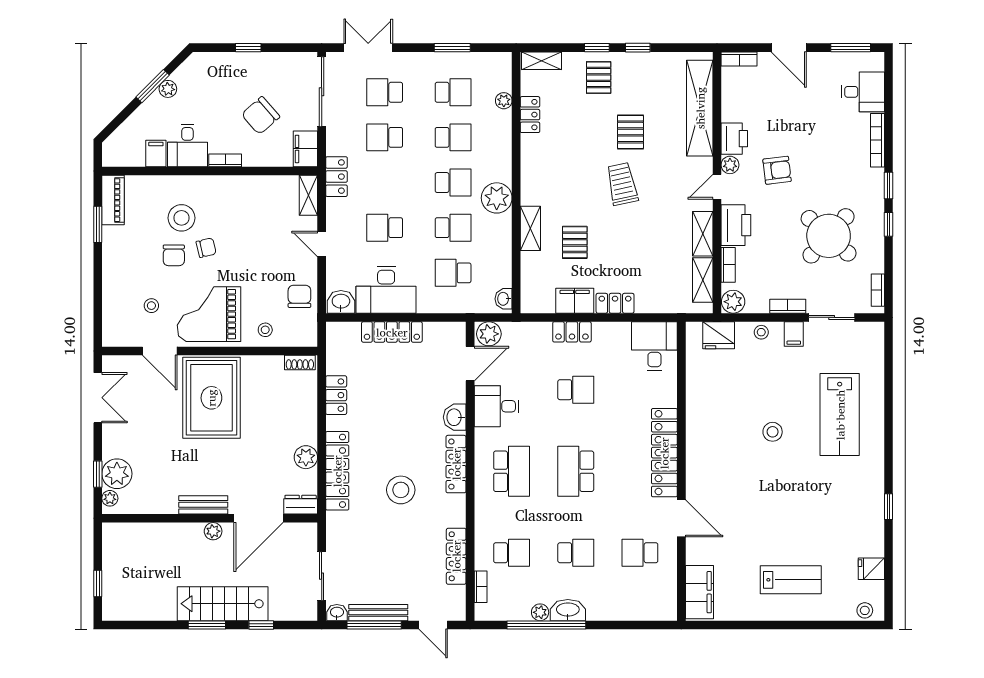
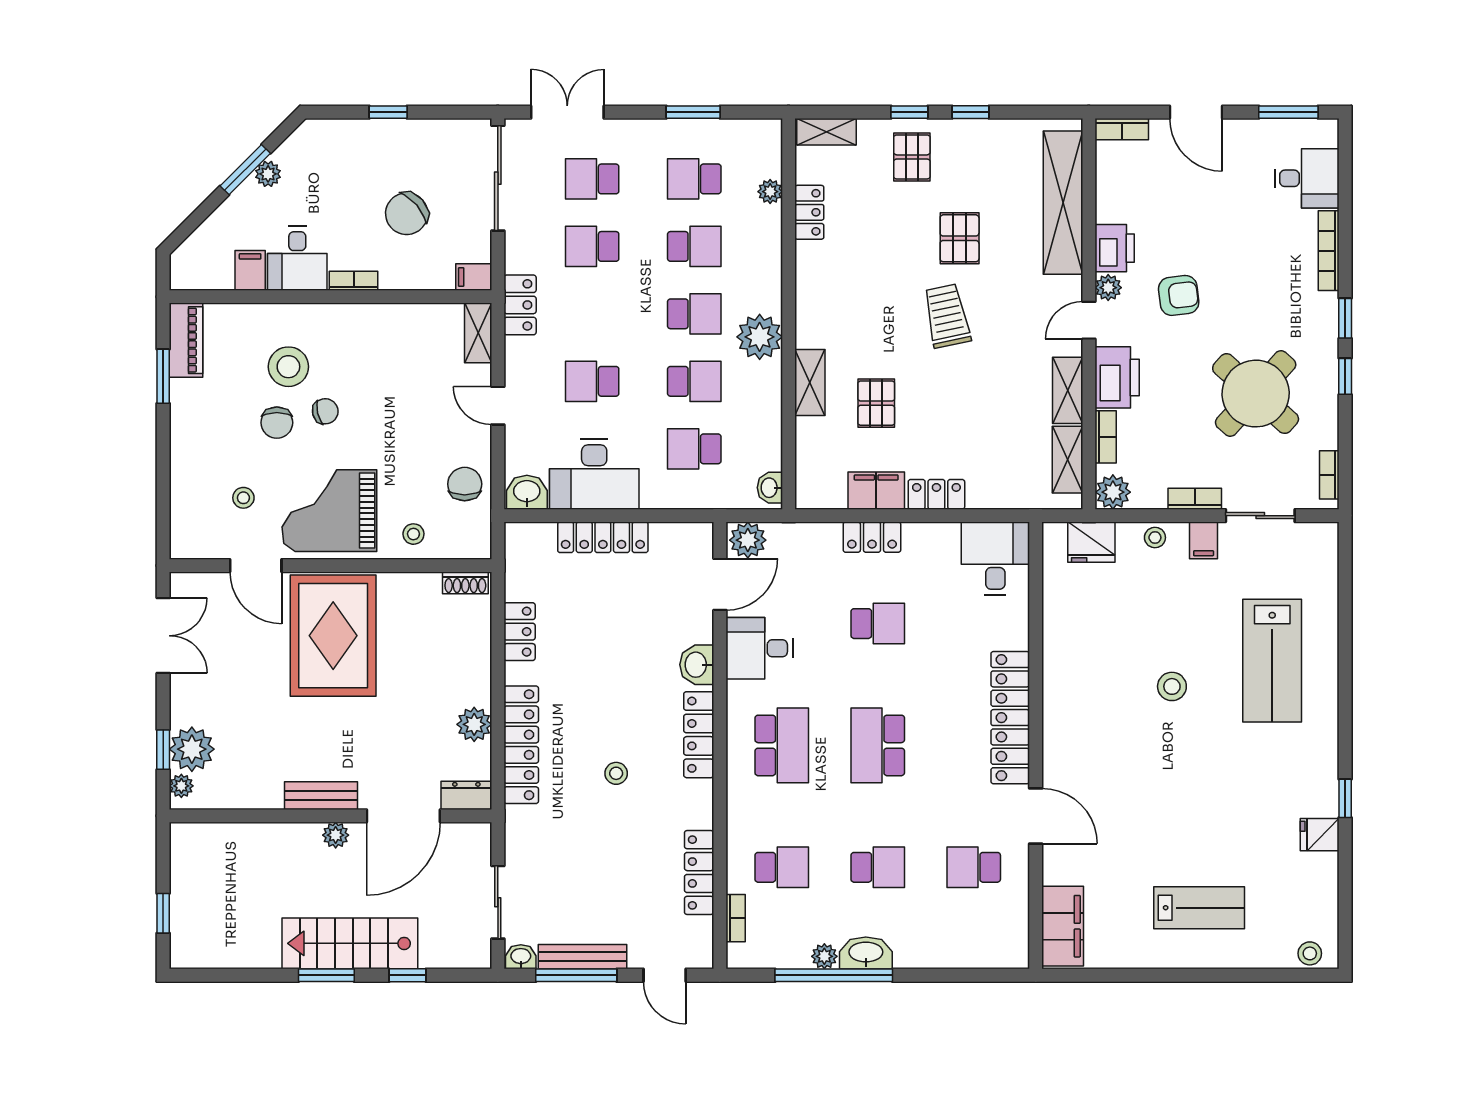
school desk: (453, 92) -> (694, 179), turned 180
filing cabinet: (305, 149) -> (474, 277), width x0.50
stool: (401, 490) -> (616, 773), width x0.53, depth x0.53
fridge: (871, 569) -> (1320, 835), moved

